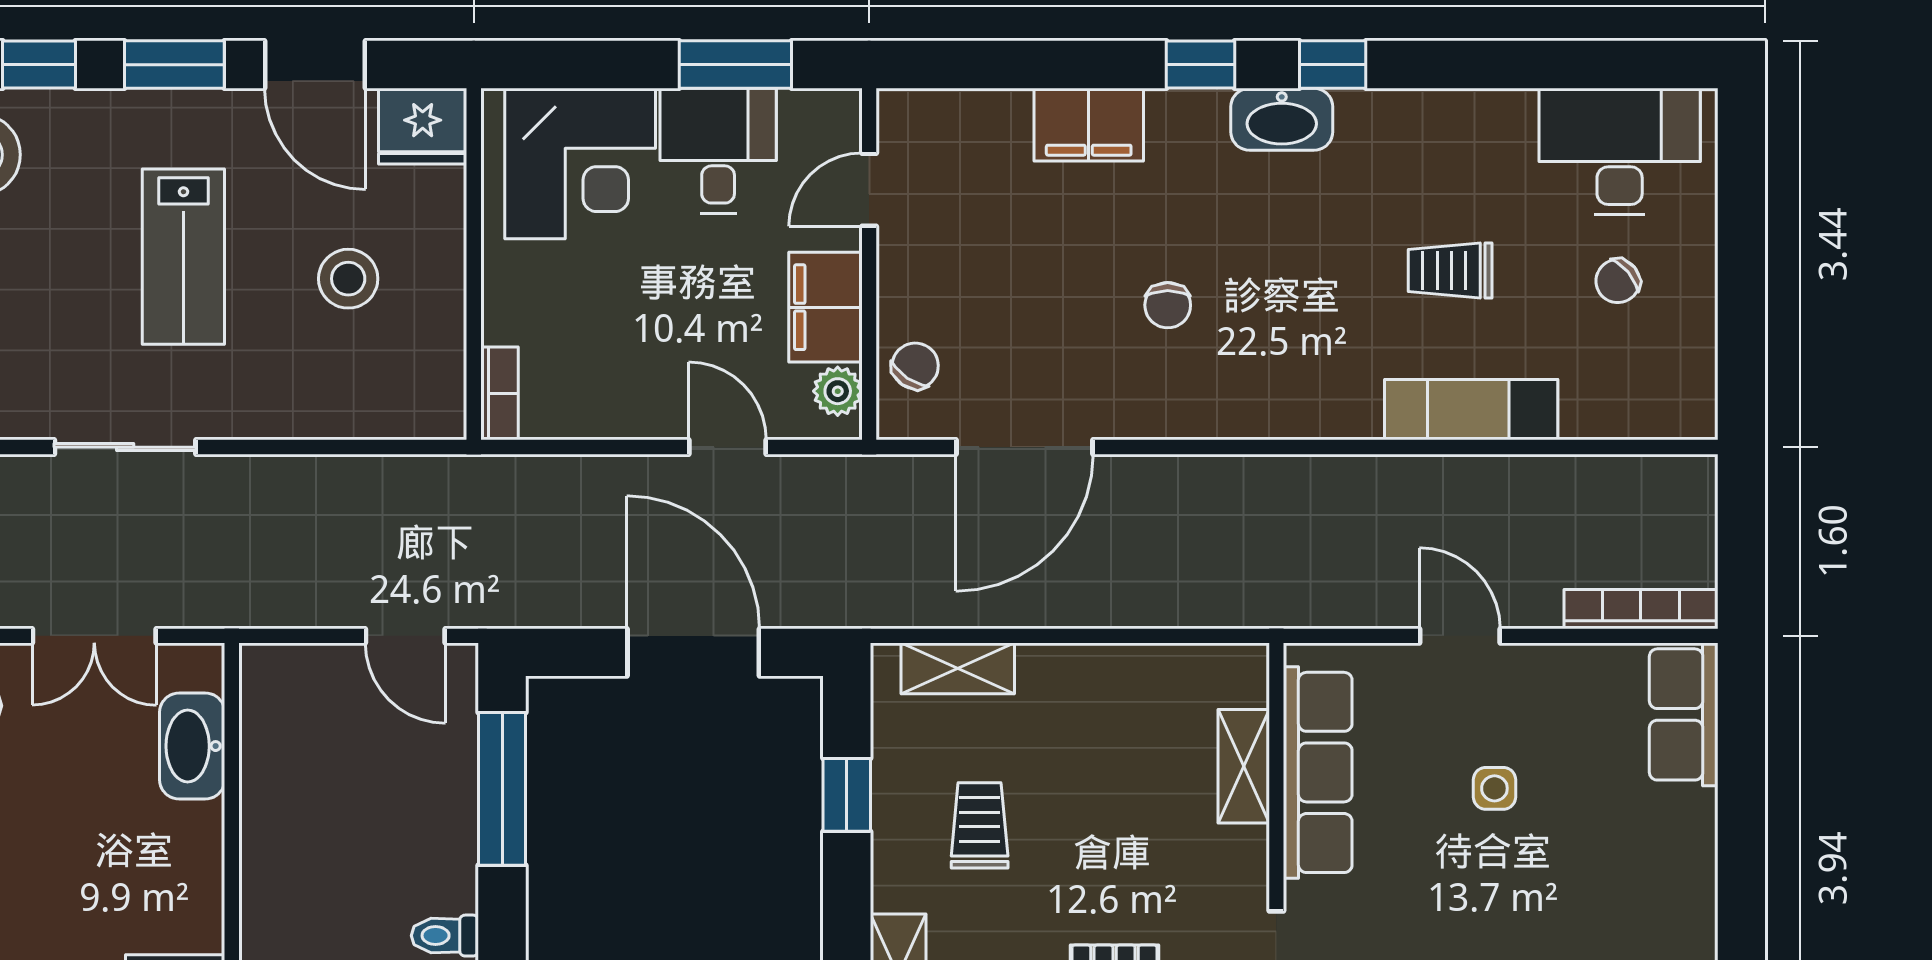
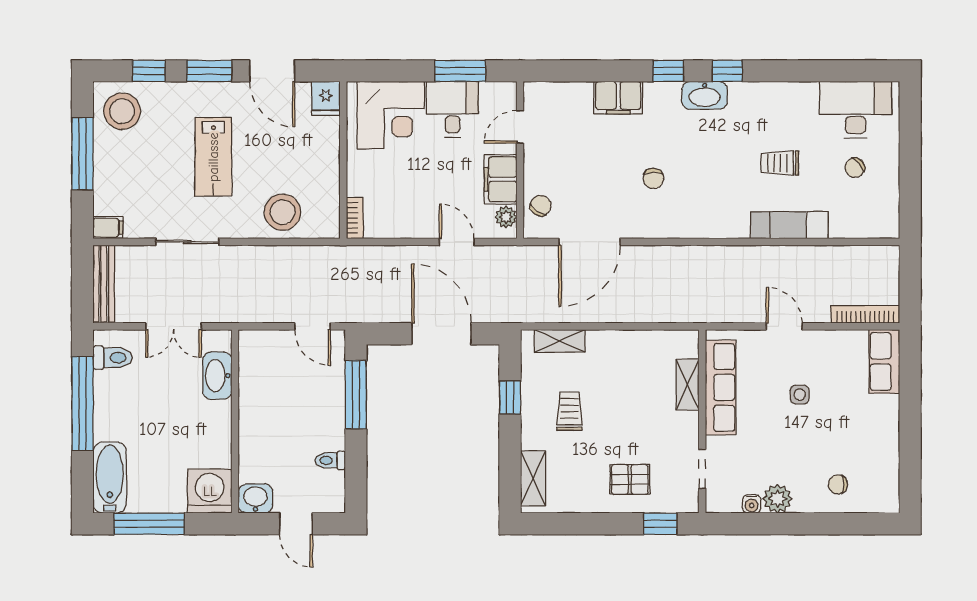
fridge: (423, 126) -> (326, 98), width x0.72
stool: (348, 279) -> (282, 212), moved, width x1.38, depth x1.38

